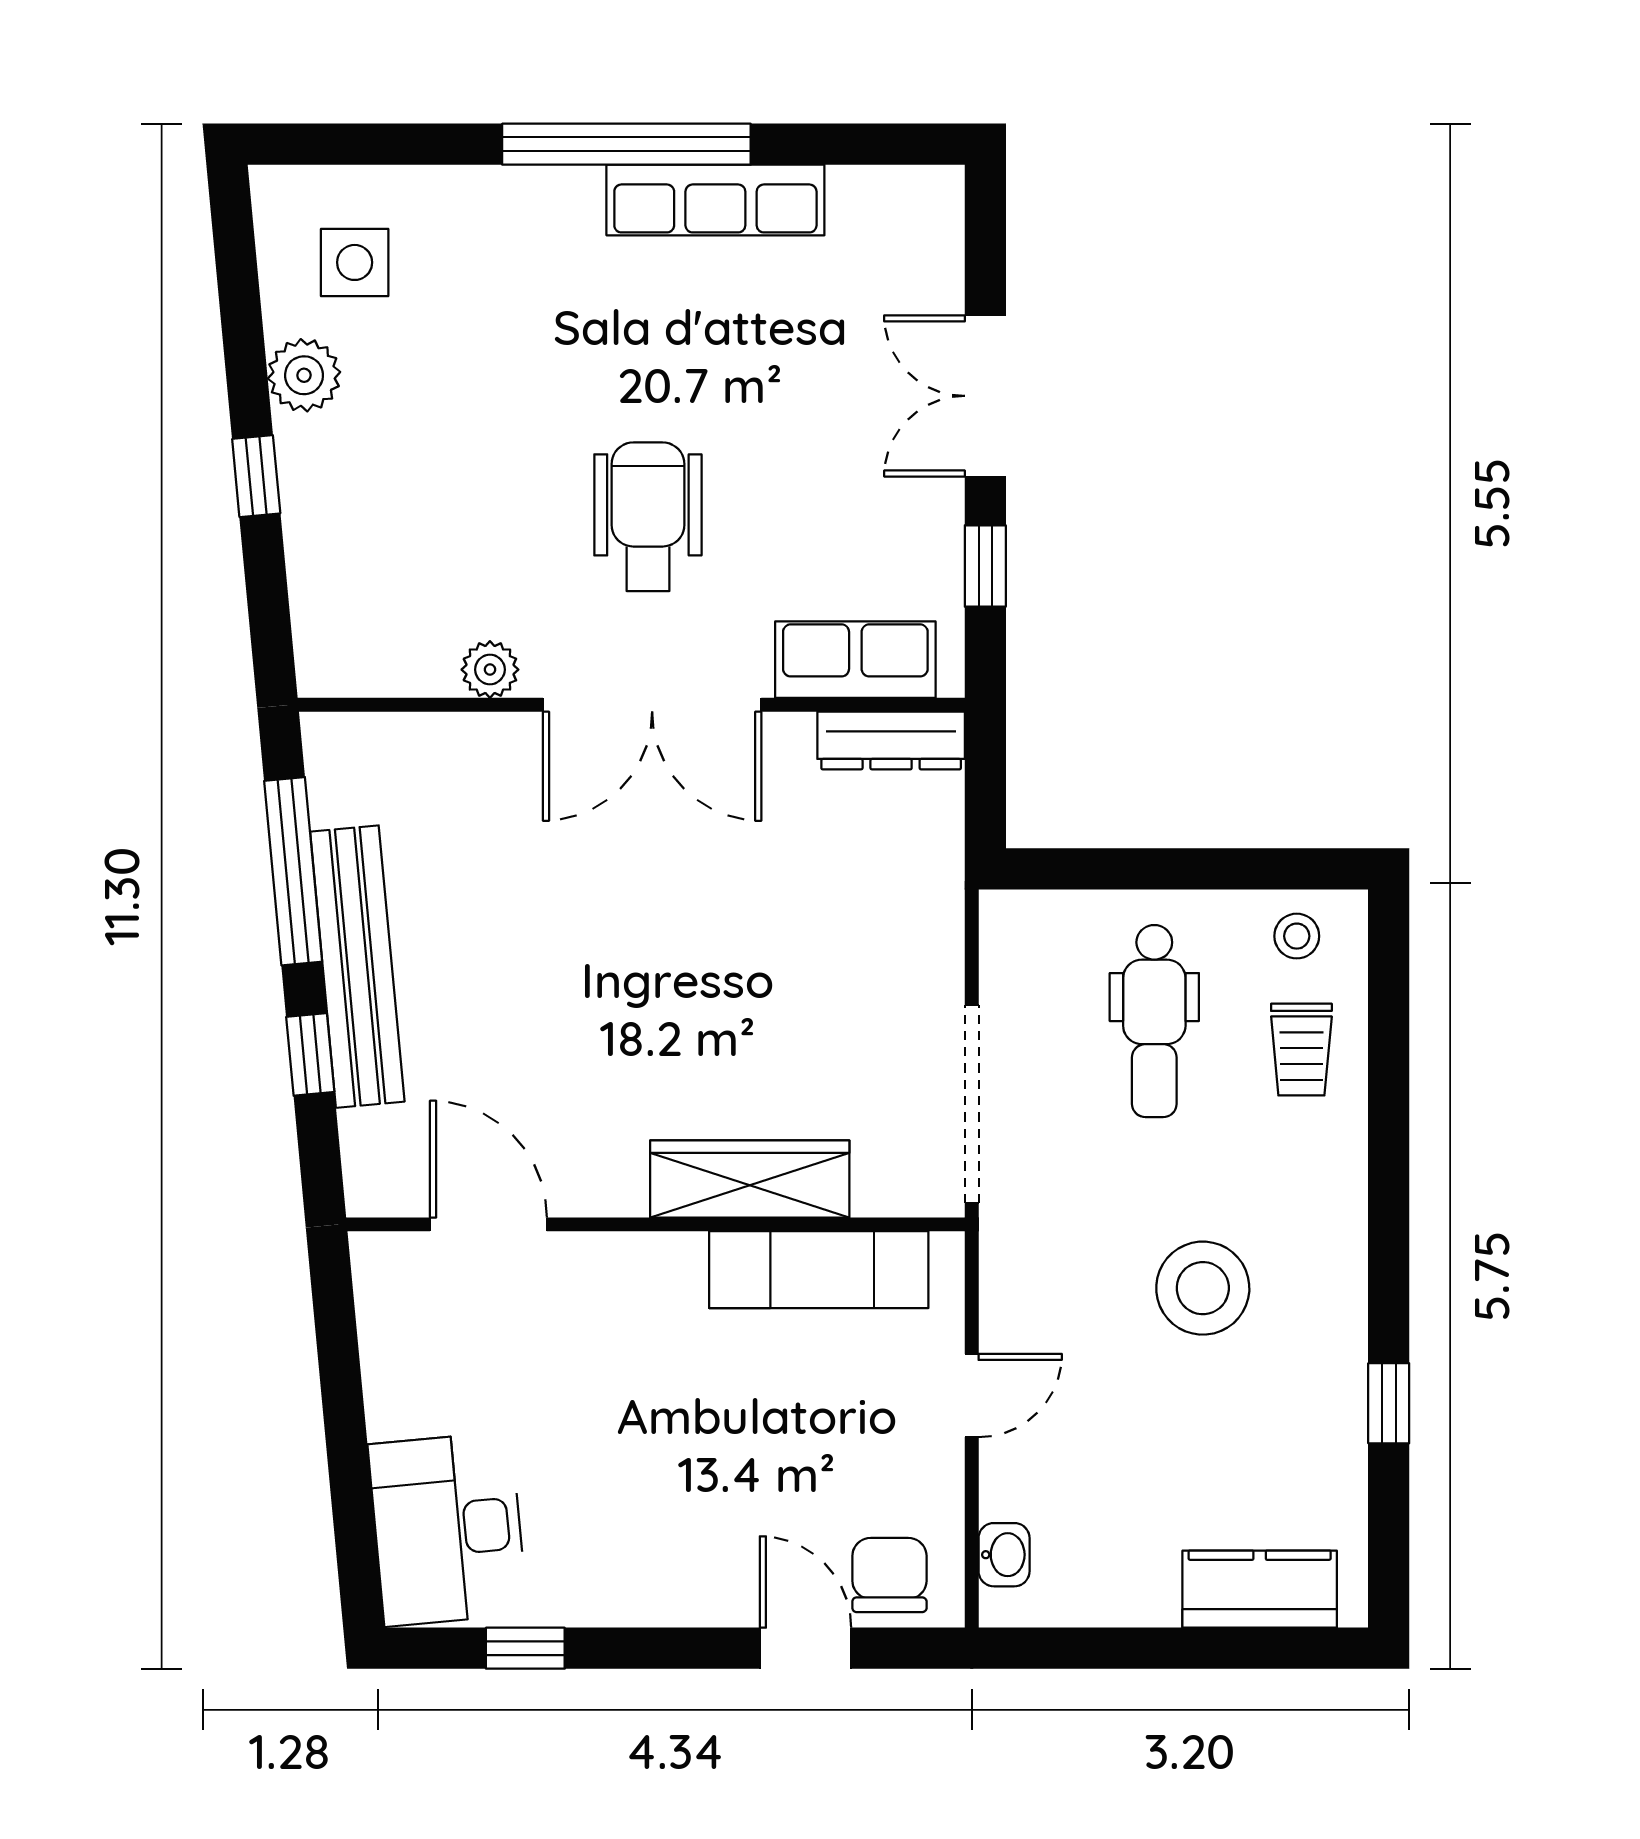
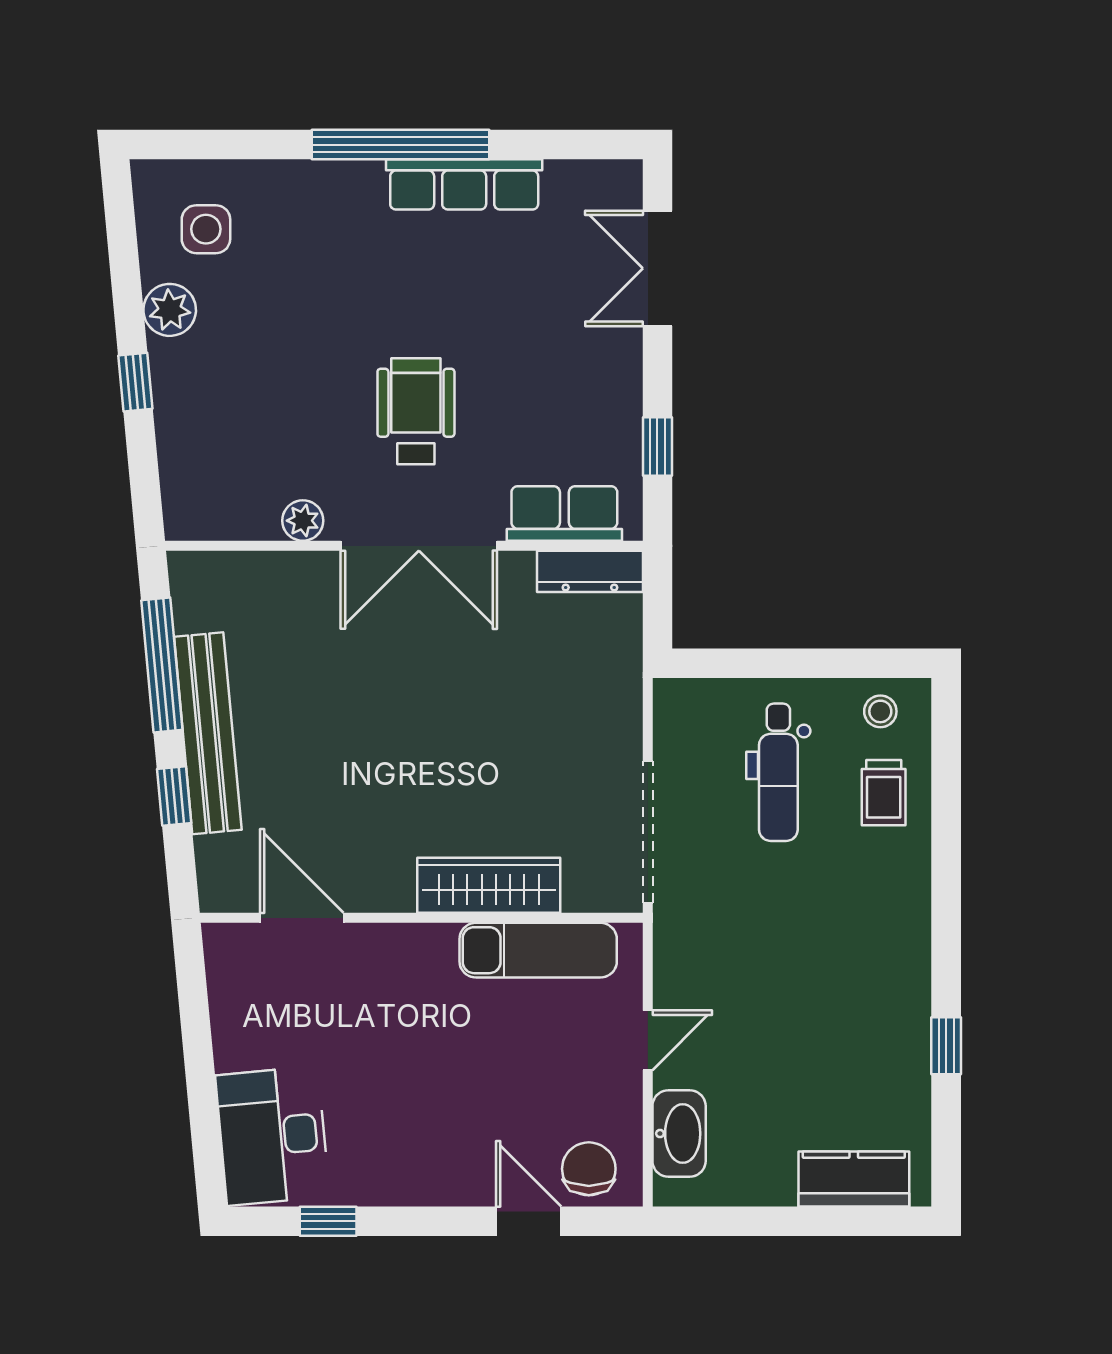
double door: (985, 396) -> (657, 268), moved
stool: (1203, 1288) -> (813, 963), removed
washbasin: (1004, 1555) -> (679, 1134), width x1.91, depth x1.45

